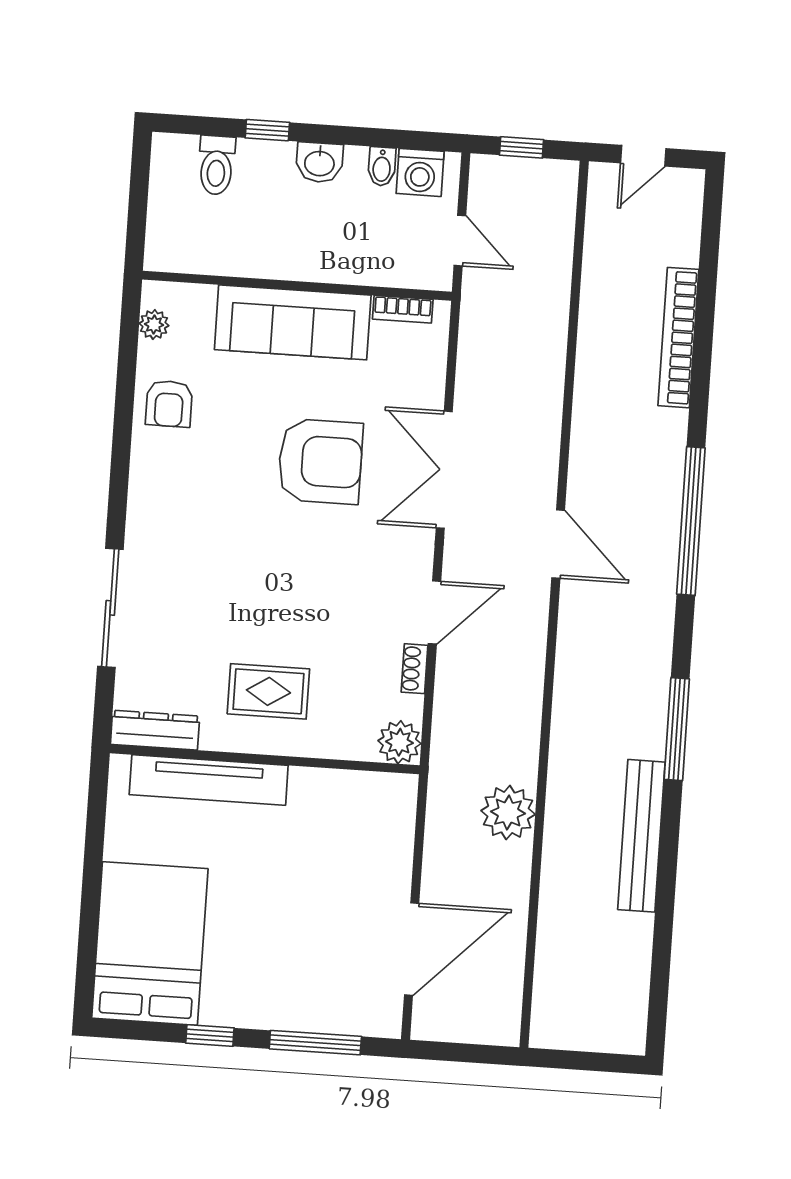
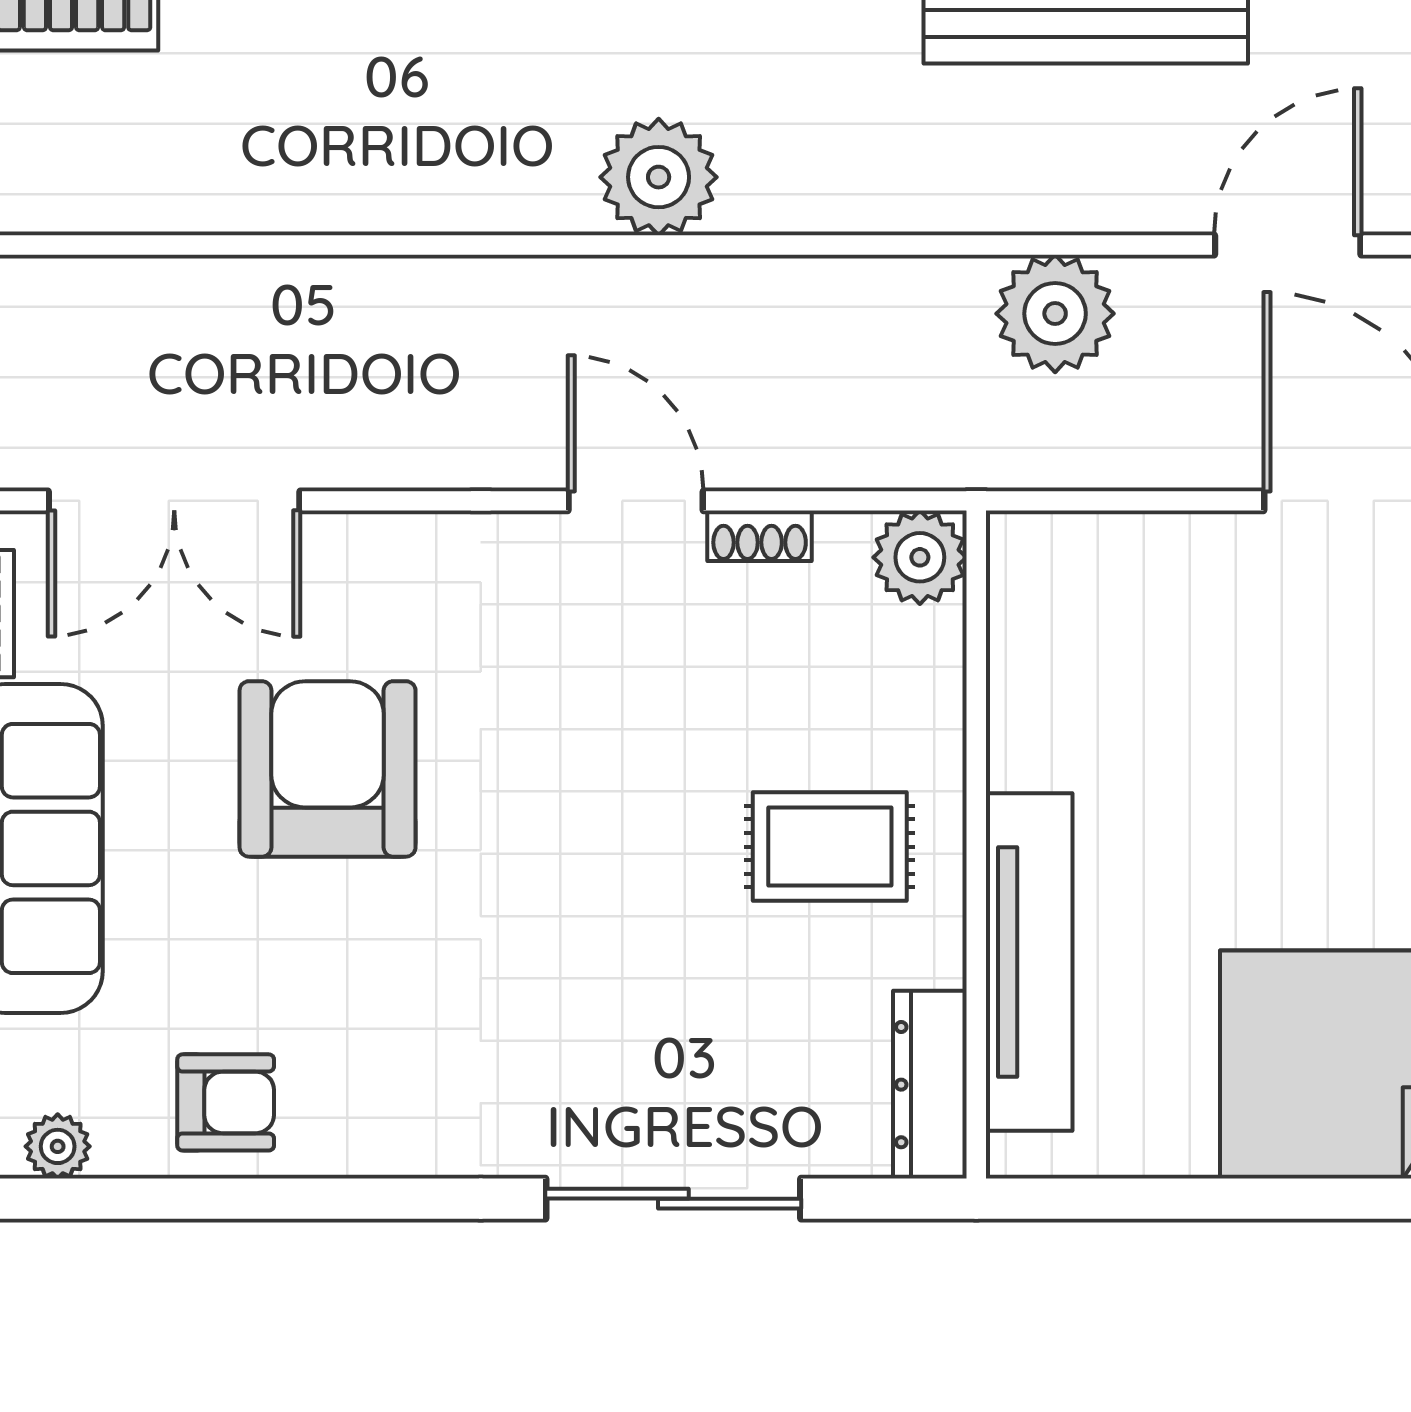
double door: (444, 470) -> (174, 501), moved
door: (558, 544) -> (1288, 245), moved
plant: (584, 633) -> (659, 177), added
rug: (268, 691) -> (830, 847), turned 90

